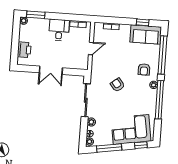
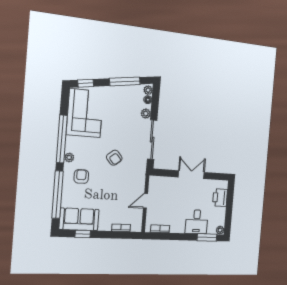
desk: (59, 30) -> (197, 222), moved
corner sofa: (131, 129) -> (85, 113), moved, turned -81

